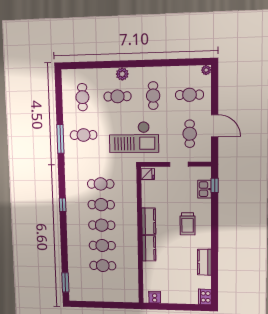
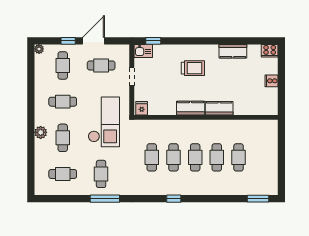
window: (215, 100) -> (68, 41), added
kitchen sink: (204, 189) -> (143, 51), moved
cooker: (155, 297) -> (272, 81), moved

